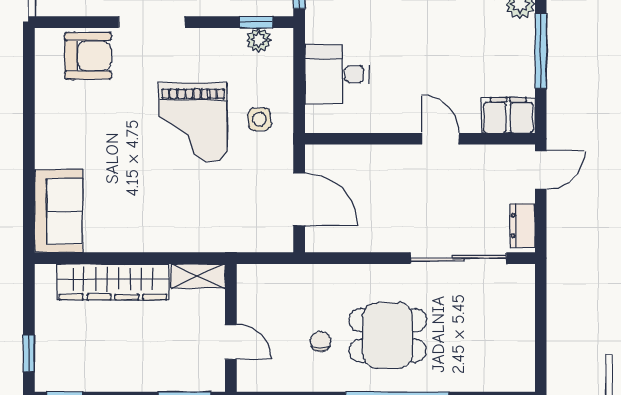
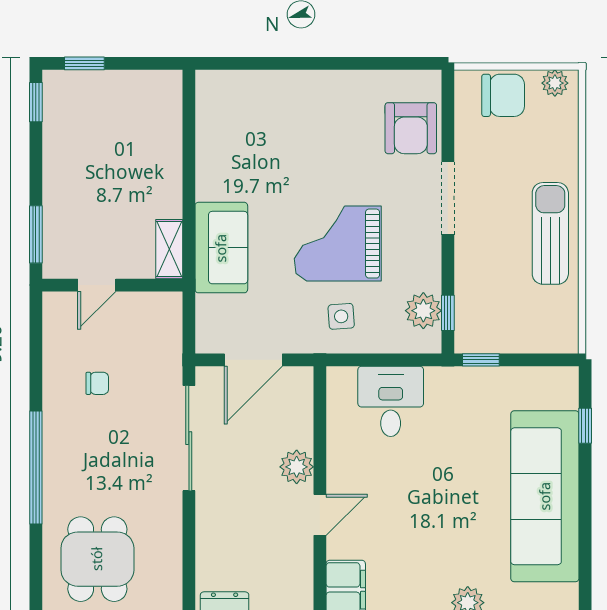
plant: (259, 40) -> (423, 311), width x1.38, depth x1.38
plant: (396, 160) -> (297, 467), added
sofa: (59, 211) -> (221, 248), moved, turned -90
sliding door: (458, 258) -> (189, 438), moved
wardrobe: (113, 282) -> (163, 156), removed
dining table: (388, 335) -> (97, 559), moved

